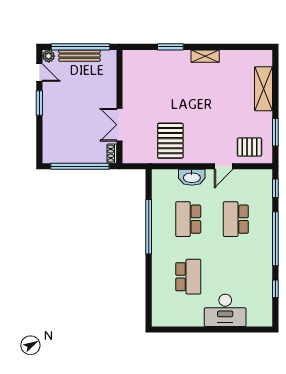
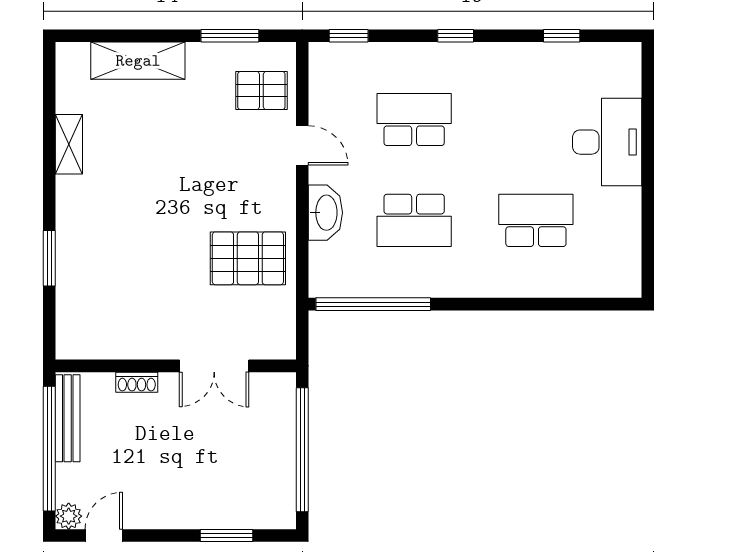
bench: (79, 56) -> (68, 418), moved
shelving: (205, 56) -> (69, 144), moved
window: (39, 103) -> (226, 536), moved
pallet: (249, 147) -> (261, 91), turned 90
shoe rack: (112, 154) -> (137, 382), moved
school desk: (236, 219) -> (414, 120), turned 180
window: (149, 227) -> (373, 304), moved
window: (275, 239) -> (456, 36), width x0.32

